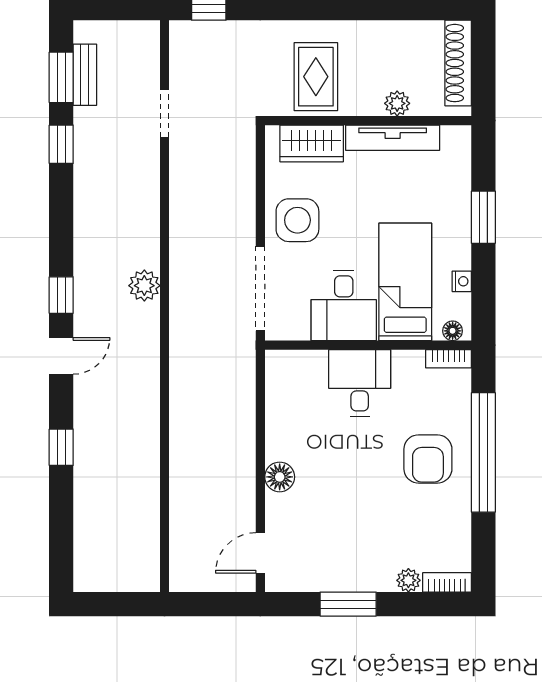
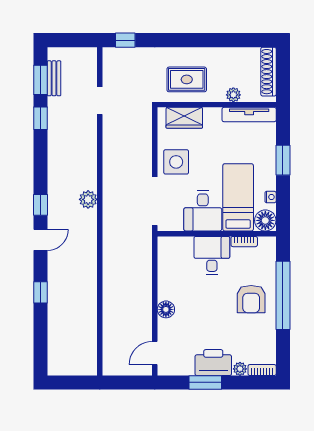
rug: (316, 77) -> (187, 79), turned 90
tv unit: (393, 138) -> (249, 115), moved
floor lamp: (453, 331) -> (265, 220), width x1.89, depth x1.89
bookcase: (449, 359) -> (244, 242), moved
printer: (362, 569) -> (213, 363), added

